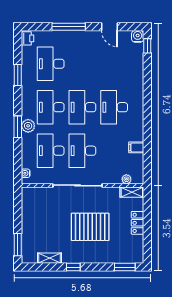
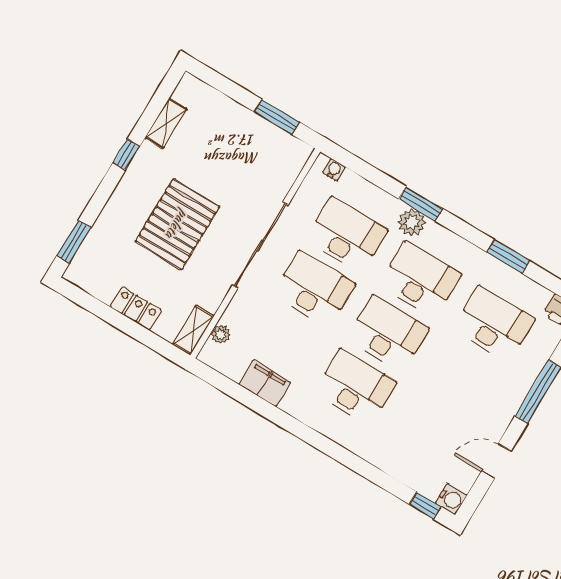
filing cabinet: (136, 147) -> (265, 383), width x2.00
window: (18, 245) -> (277, 117), moved

